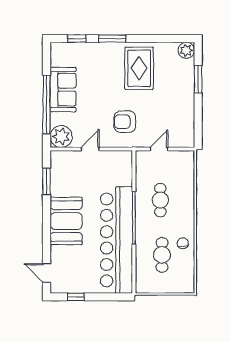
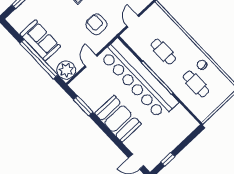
armchair: (125, 122) -> (96, 24), turned 90
bar counter: (117, 240) -> (139, 79), moved

